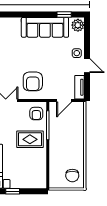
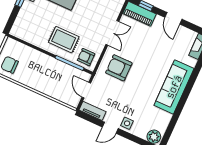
window: (64, 14) -> (170, 128), removed
sofa: (45, 27) -> (174, 87), moved
rug: (30, 139) -> (64, 40), turned 90

